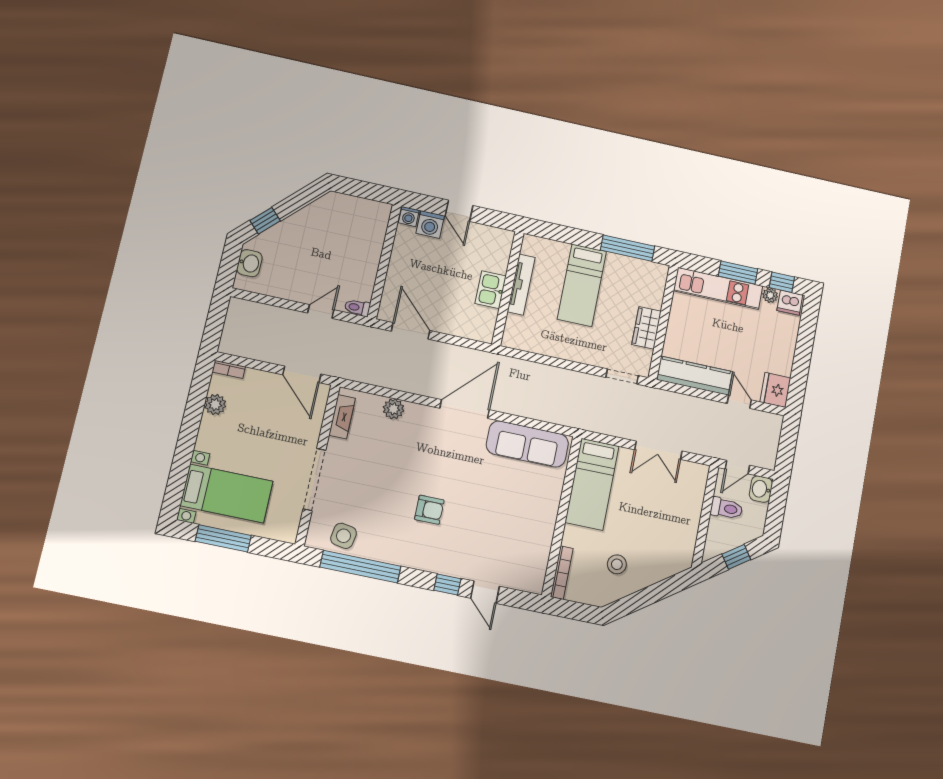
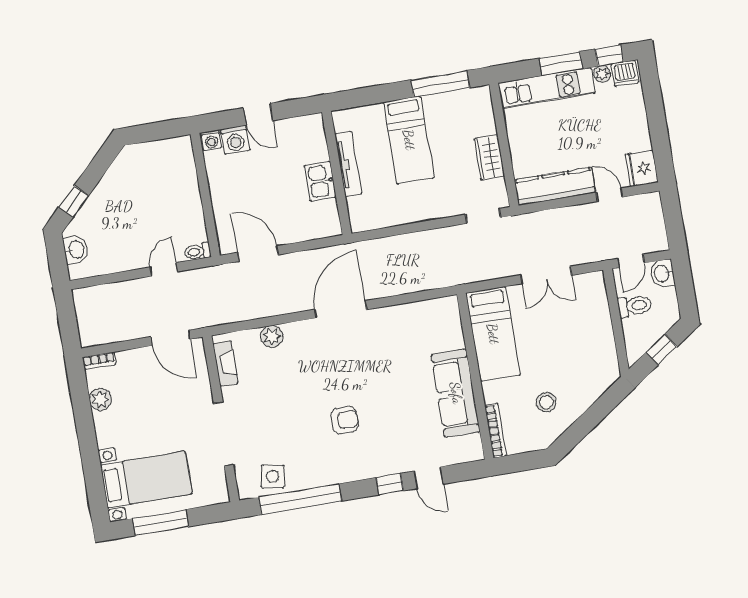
sofa: (527, 444) -> (456, 393), moved, turned 90

